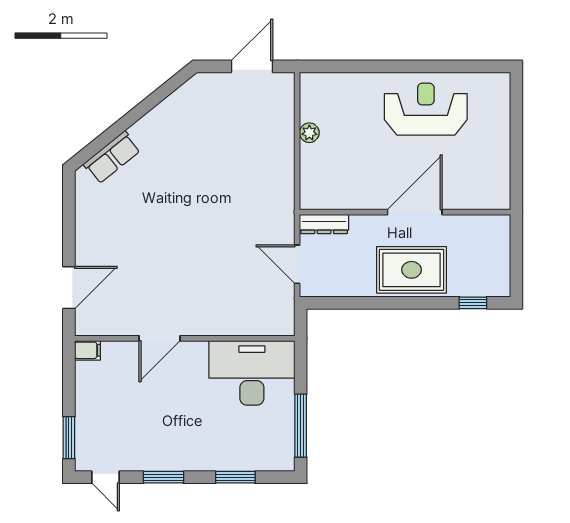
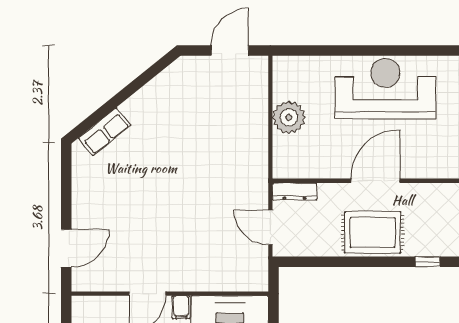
reception desk: (426, 109) -> (385, 89), width x1.36, depth x1.30
plant: (309, 133) -> (289, 117), width x1.87, depth x1.87
filing cabinet: (88, 350) -> (181, 307), moved, turned 90

